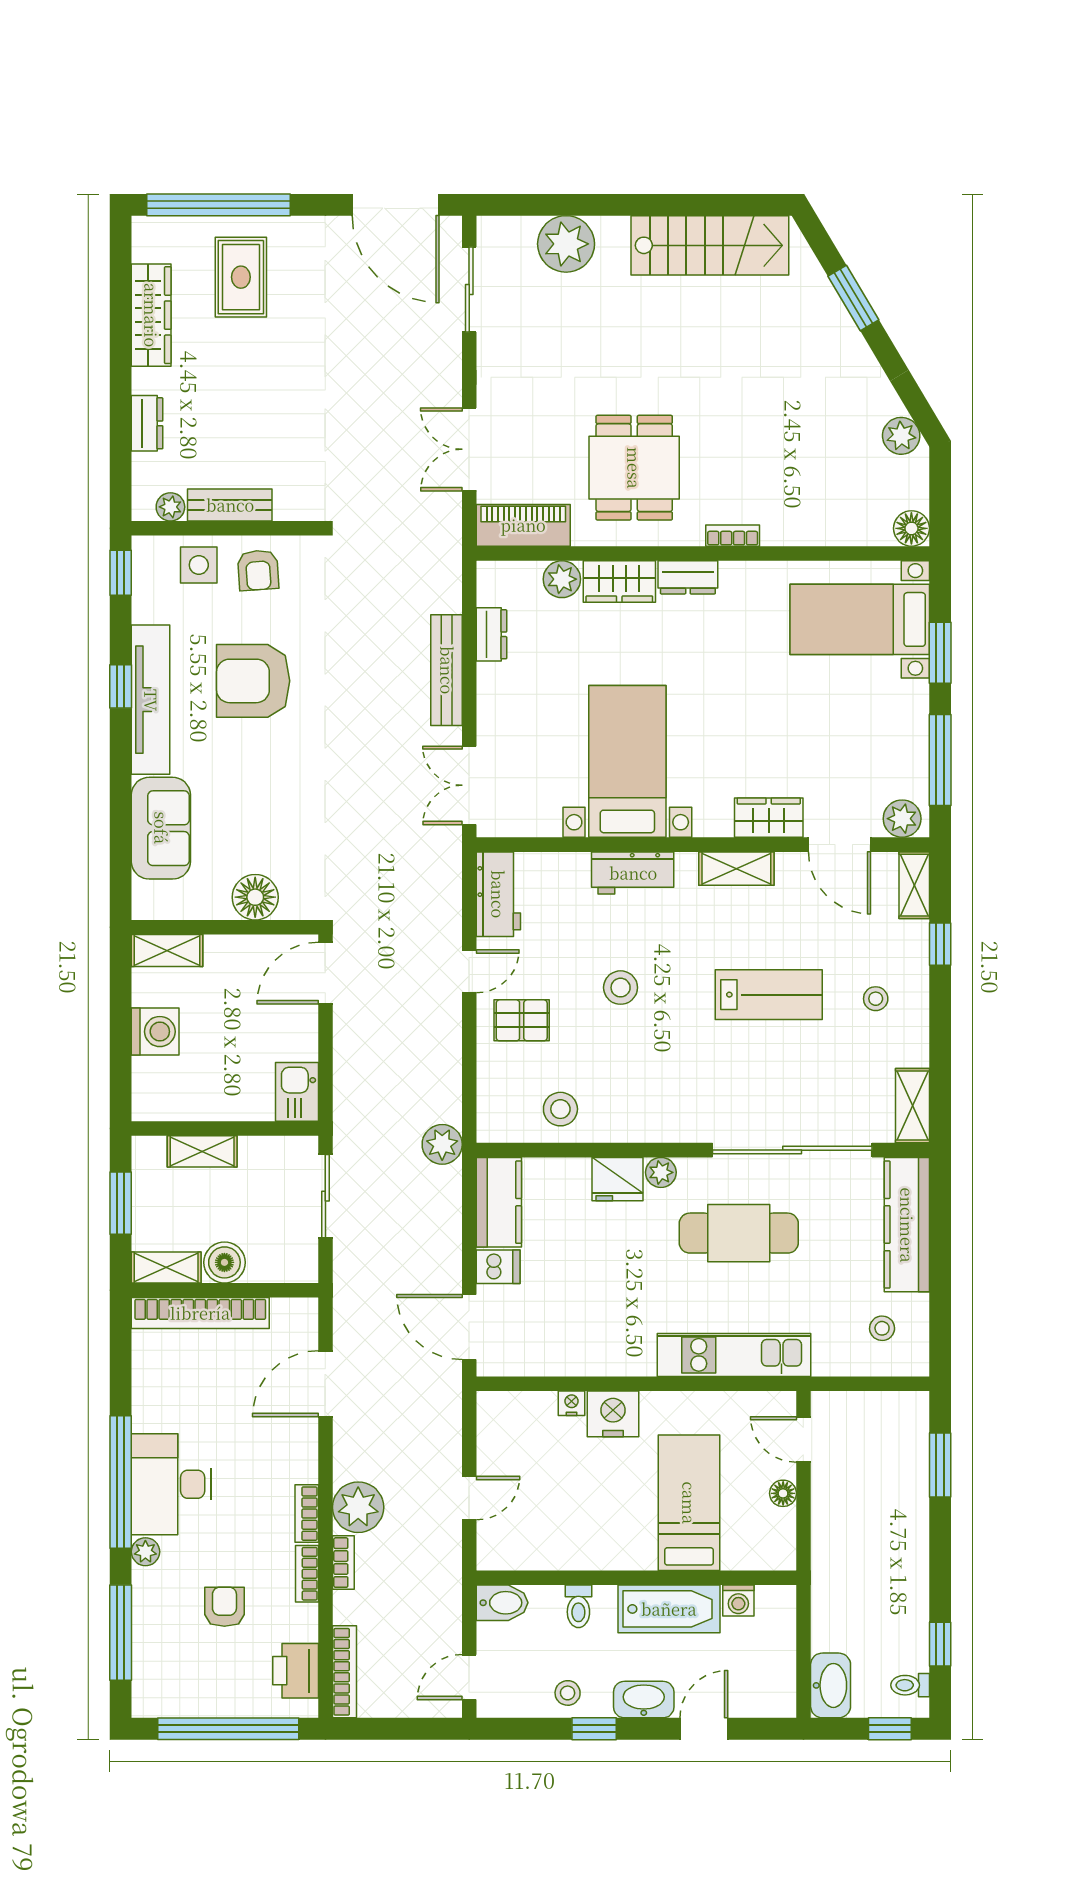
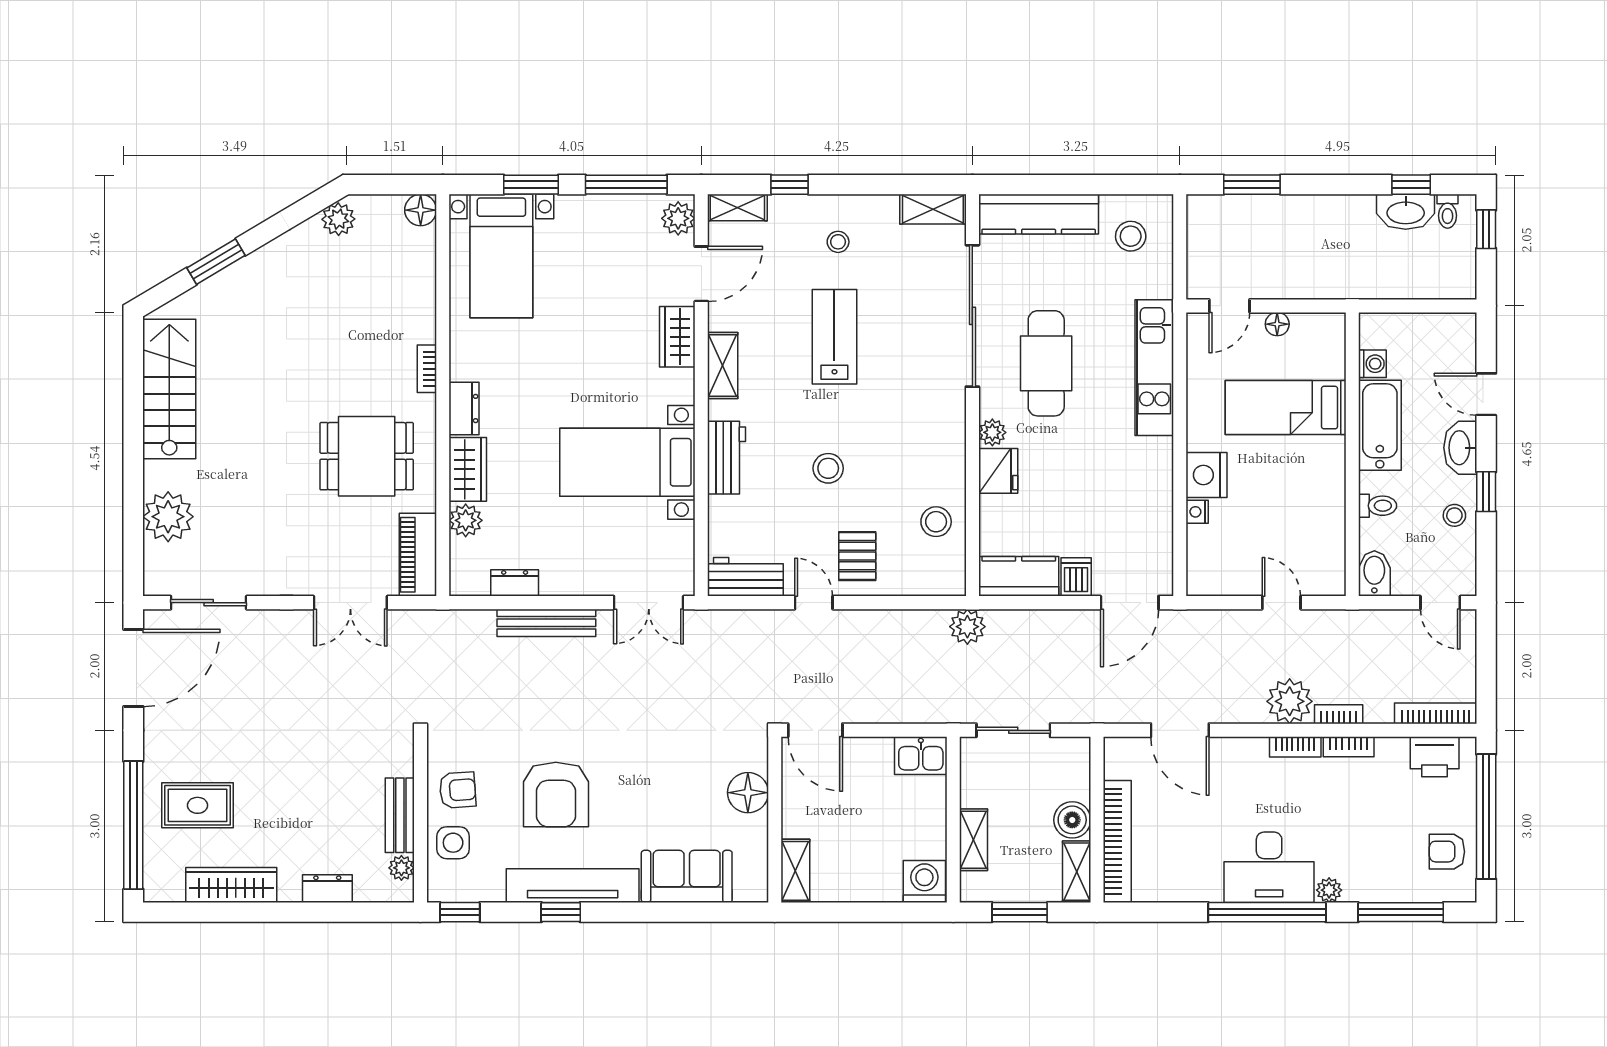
washing machine: (155, 1032) -> (924, 882), moved
stool: (882, 1328) -> (1131, 236), width x1.37, depth x1.37
armchair: (224, 1607) -> (1447, 852), moved
washbasin: (831, 1685) -> (1406, 212), moved, turned 180

